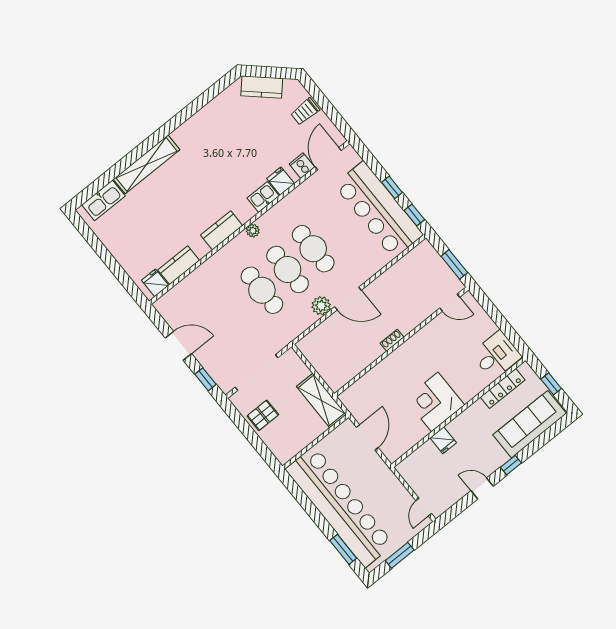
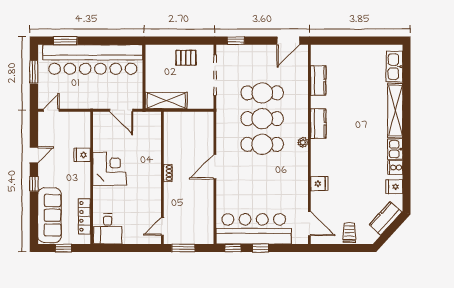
cooker: (302, 166) -> (395, 167), moved, turned 180
kitchen sink: (263, 197) -> (395, 149), moved, turned 180
cafe table: (313, 249) -> (262, 93), moved
fridge: (155, 283) -> (394, 187), moved, turned 180
plant: (321, 306) -> (224, 147), removed
door: (178, 346) -> (288, 41), moved
pallet: (263, 415) -> (186, 58), turned 90
door: (424, 507) -> (51, 110), hinge flipped

